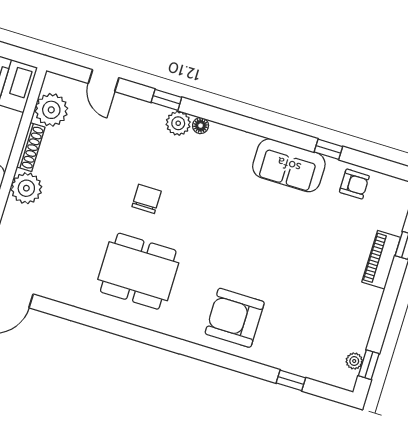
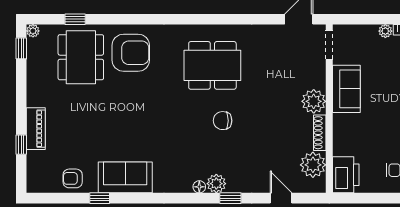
chair: (147, 199) -> (223, 121), turned 90
dining table: (298, 331) -> (81, 57), added
plant: (354, 361) -> (33, 31), moved

